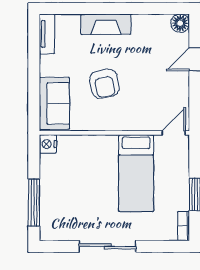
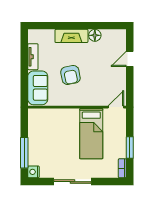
floor lamp: (180, 23) -> (95, 35), moved
tv unit: (47, 34) -> (33, 57), moved
nightstand: (48, 144) -> (33, 172), moved

